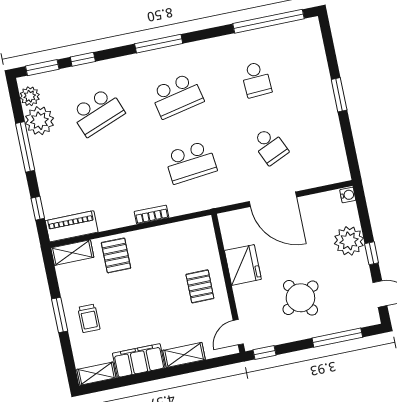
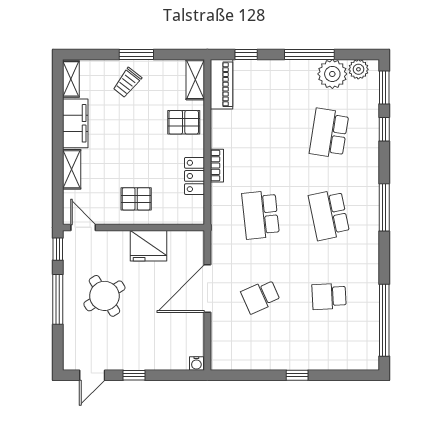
window: (339, 95) -> (297, 375), width x0.67
school desk: (98, 112) -> (329, 133), turned 30
locker: (166, 234) -> (194, 176), added
plant: (349, 241) -> (151, 355), removed
trolley: (89, 318) -> (127, 83), turned -52
window: (337, 338) -> (58, 299), moved

